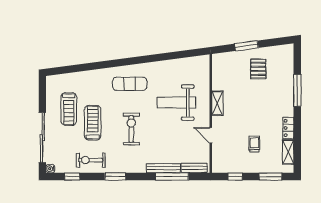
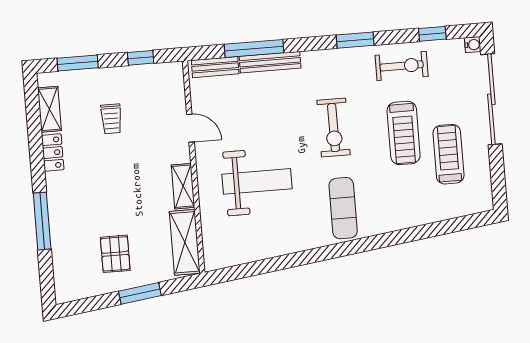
shelving: (219, 72) -> (185, 242), added
exercise mat: (130, 84) -> (343, 208), turned 90

